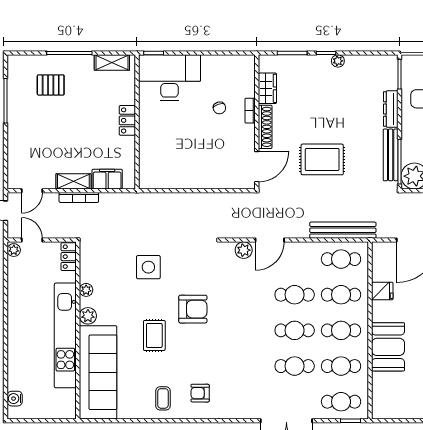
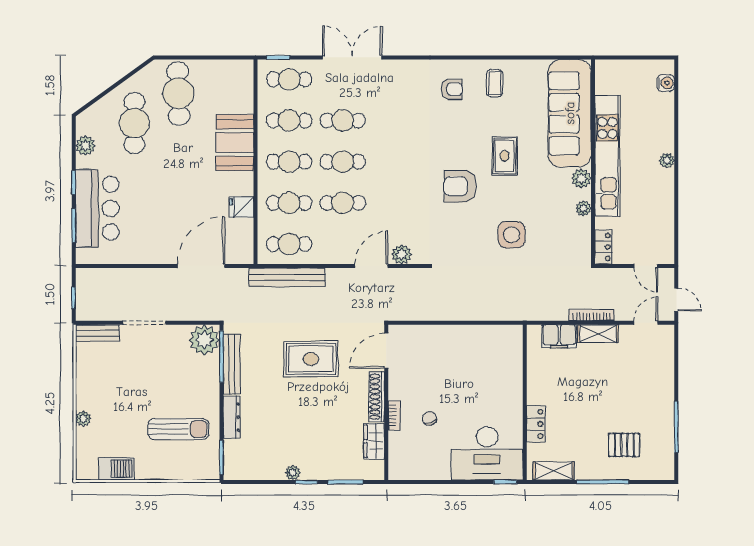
locker: (127, 120) -> (536, 424), moved
plant: (14, 250) -> (667, 160), moved

